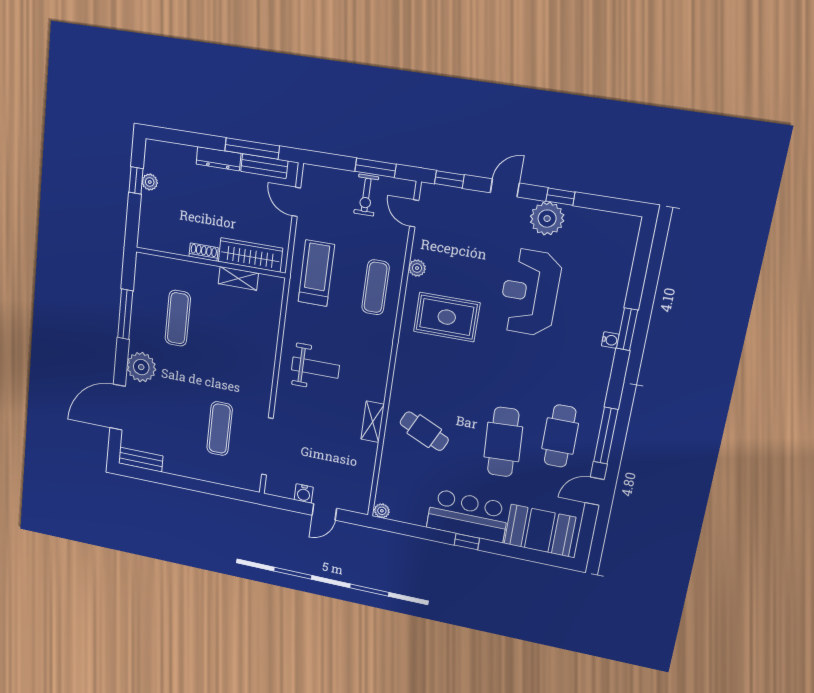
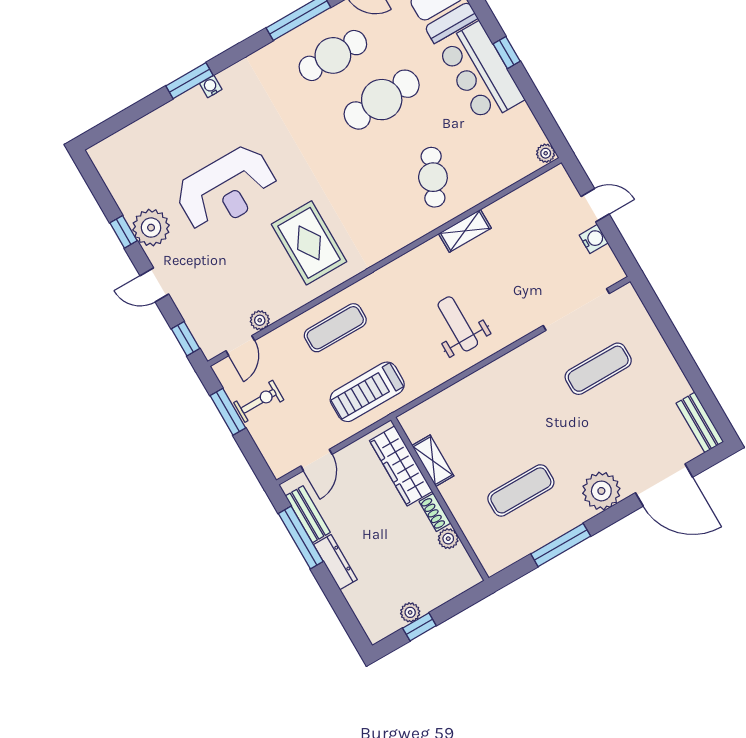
plant: (180, 247) -> (448, 539), added
plant: (417, 268) -> (260, 320), moved

